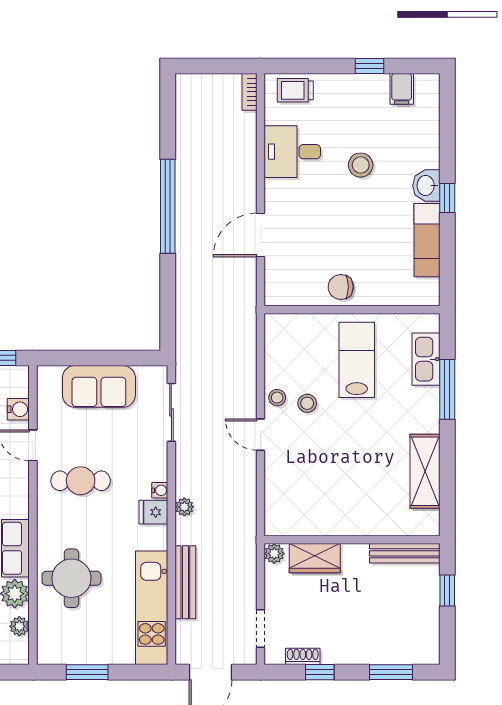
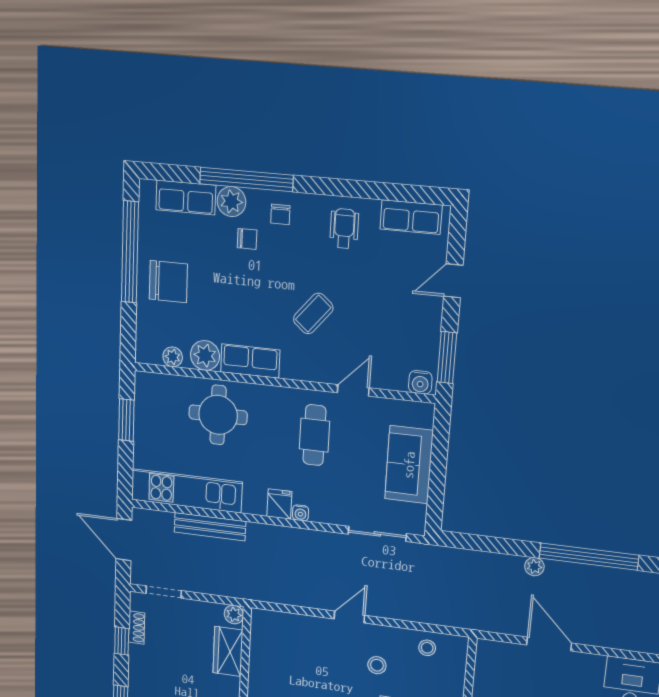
stool: (277, 398) -> (427, 648), moved
water cooler: (18, 409) -> (420, 382), moved
plant: (184, 507) -> (534, 567), moved

